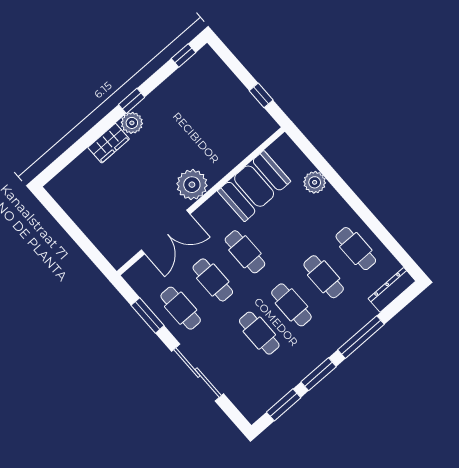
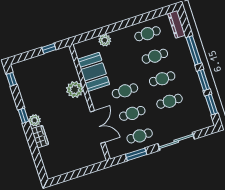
plant: (192, 185) -> (75, 90), moved

